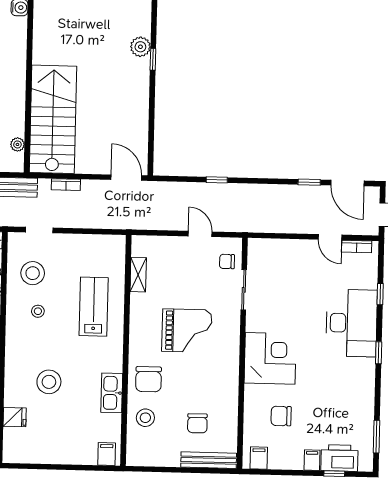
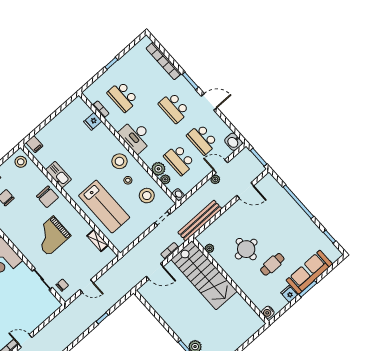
door: (126, 178) -> (155, 271), moved
lab bench: (94, 307) -> (104, 207), width x1.36, depth x1.39
chair: (148, 379) -> (47, 197), turned 180
stool: (49, 382) -> (119, 161), moved
stool: (145, 418) -> (21, 162), moved

